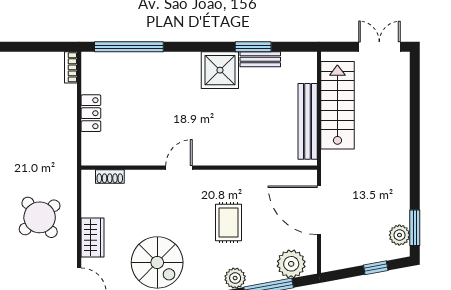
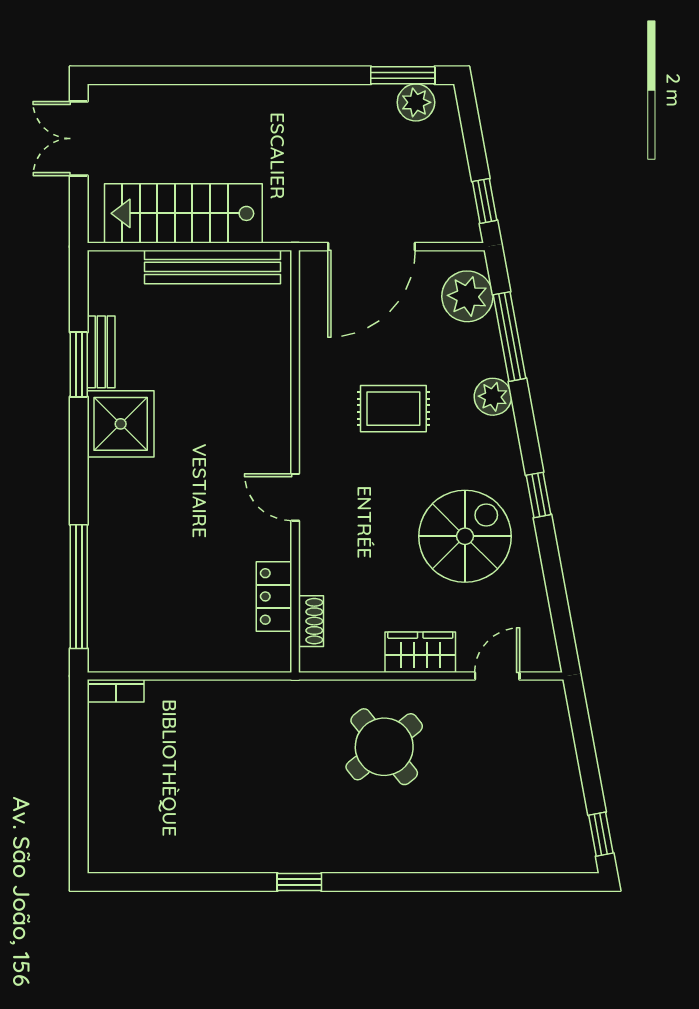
locker: (91, 113) -> (274, 596), moved, turned -90
window: (376, 268) -> (485, 201), moved

